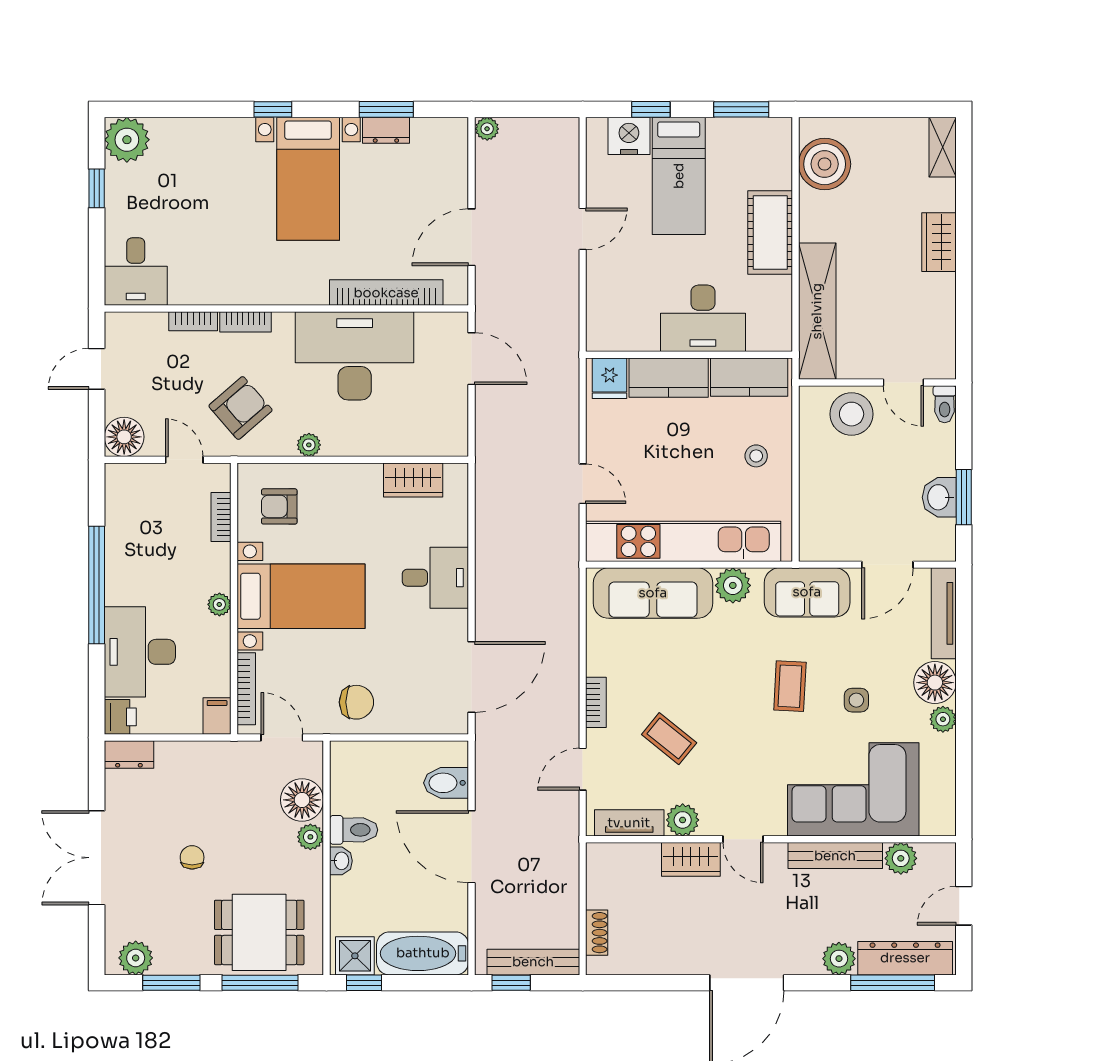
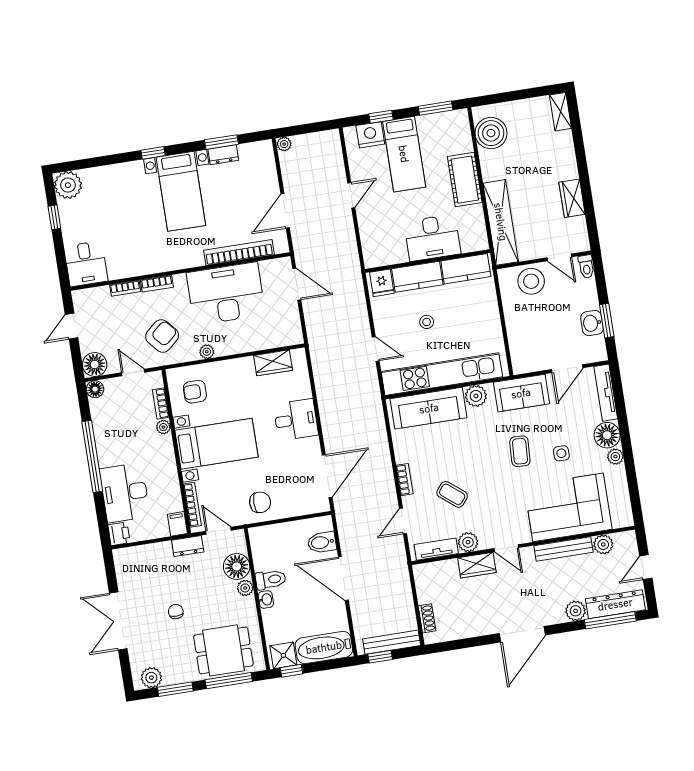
wardrobe: (939, 242) -> (572, 198), moved
stool: (756, 456) -> (427, 322), moved
floor lamp: (118, 477) -> (95, 389), added
plant: (219, 604) -> (163, 427), moved
dresser: (129, 754) -> (188, 546), moved

